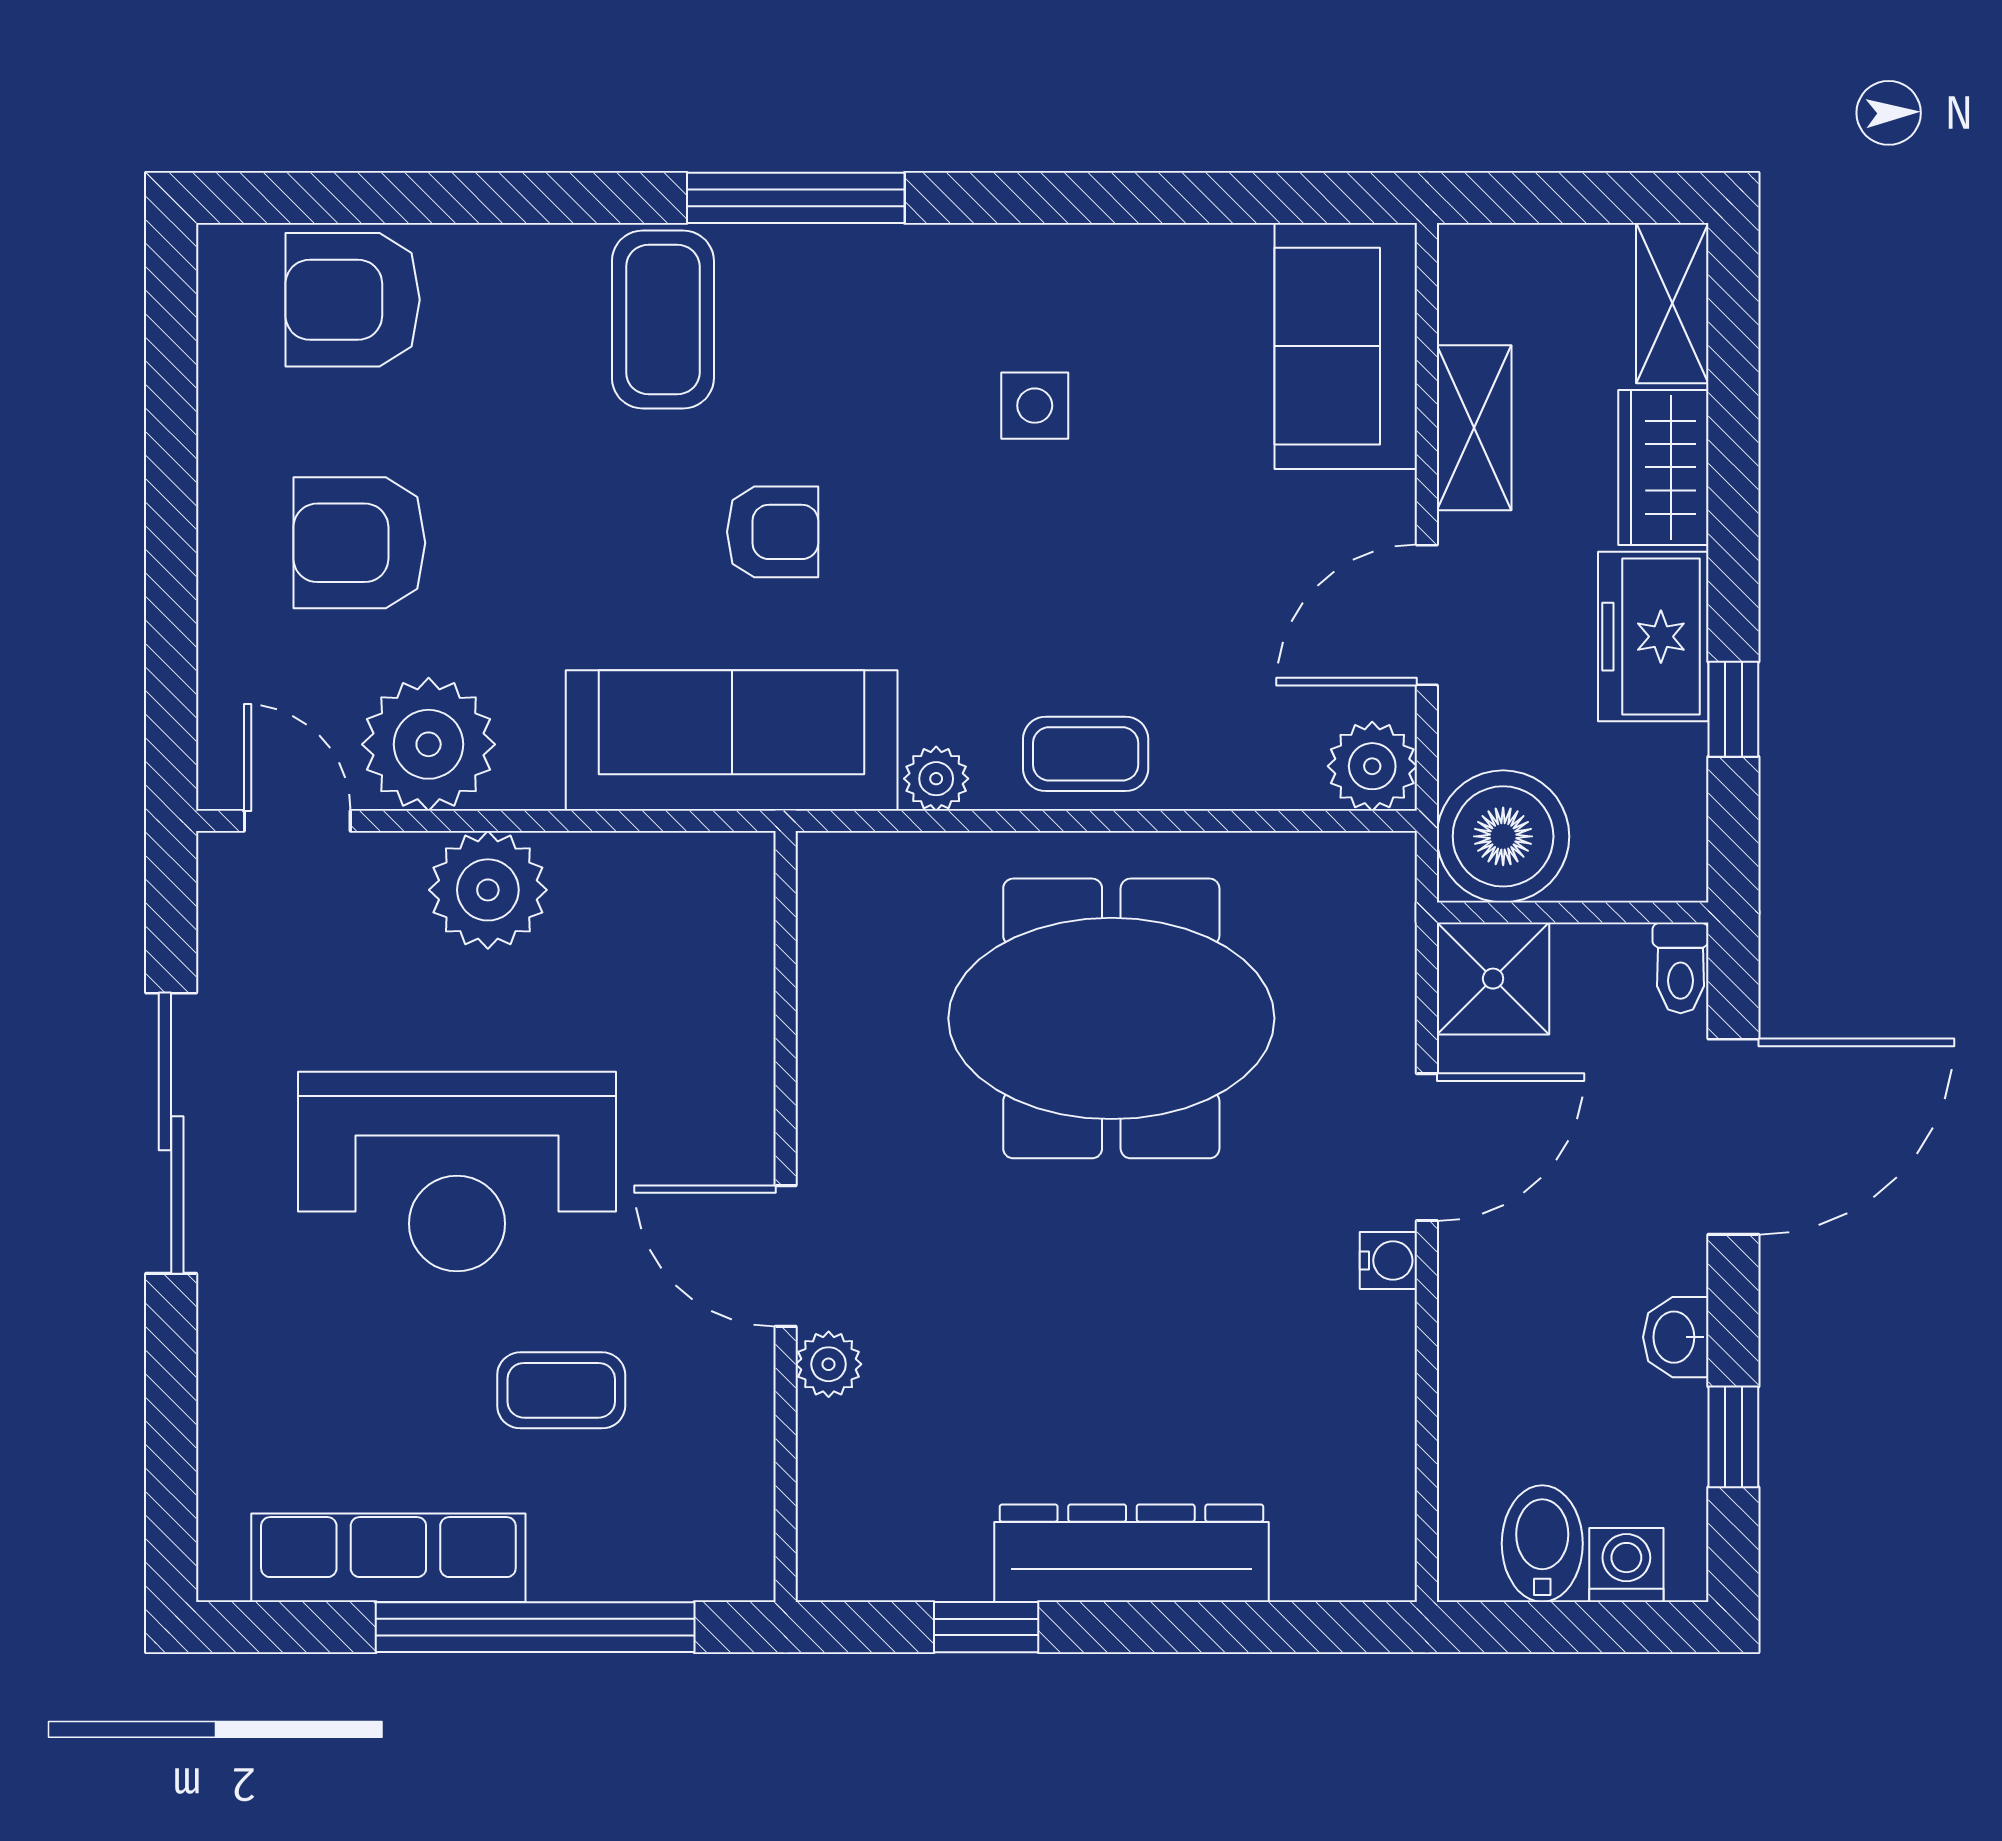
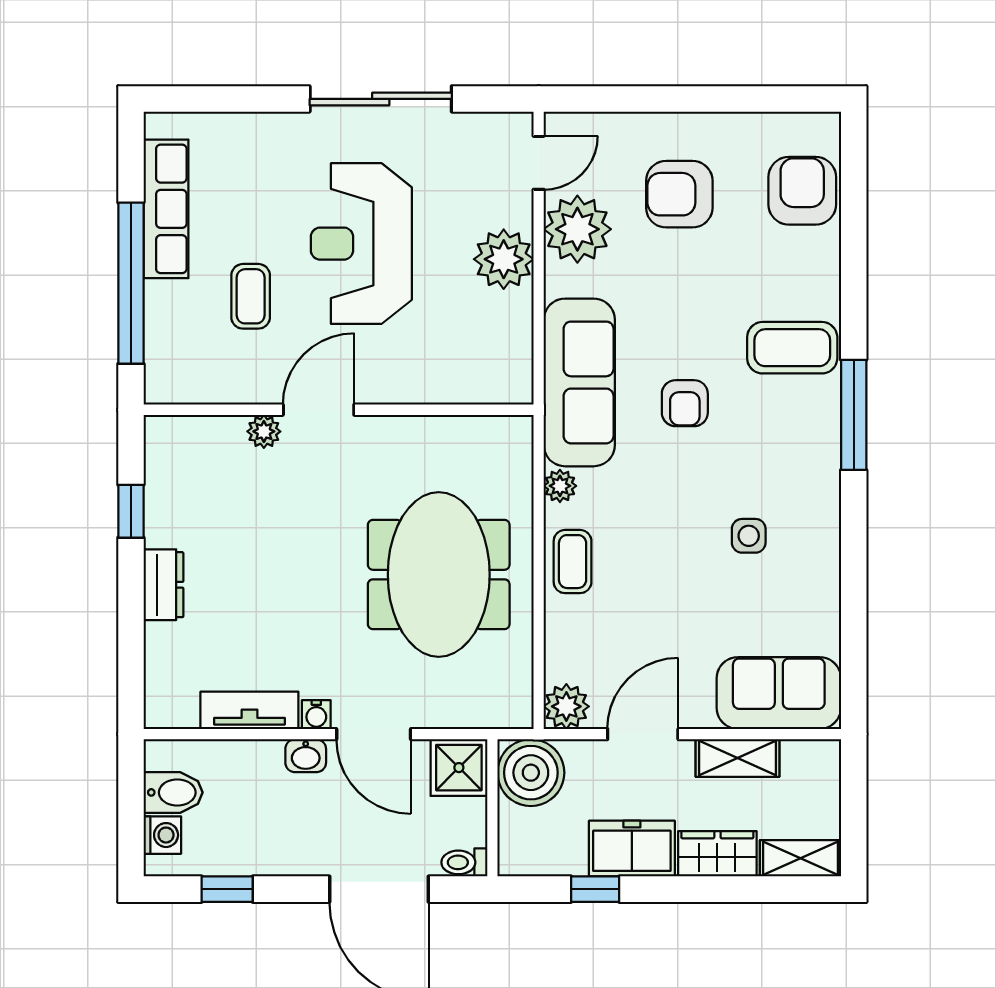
armchair: (359, 543) -> (679, 194), turned -90
door: (1427, 615) -> (643, 734), hinge flipped
washbasin: (1676, 1337) -> (306, 756), moved, turned 180
tv unit: (1380, 1393) -> (249, 710), added
dresser: (1131, 1553) -> (163, 585), width x0.51, depth x0.80

